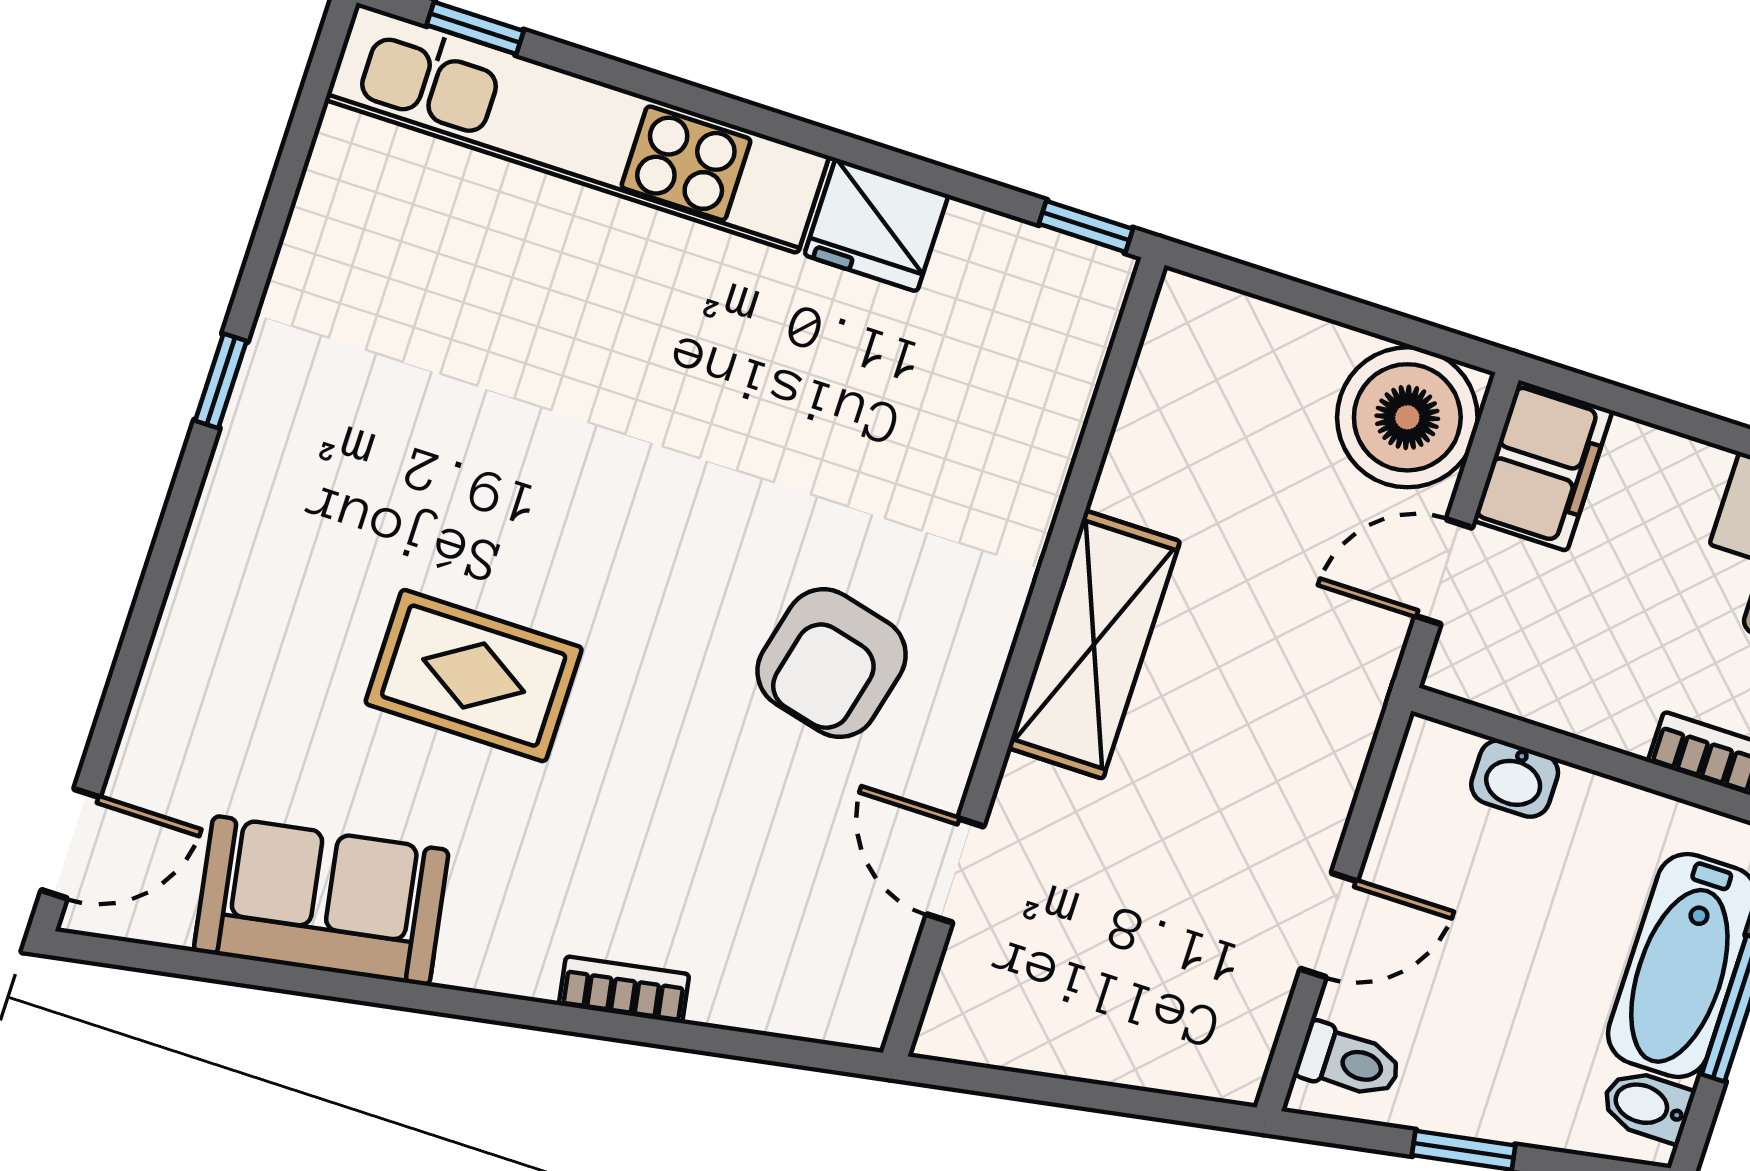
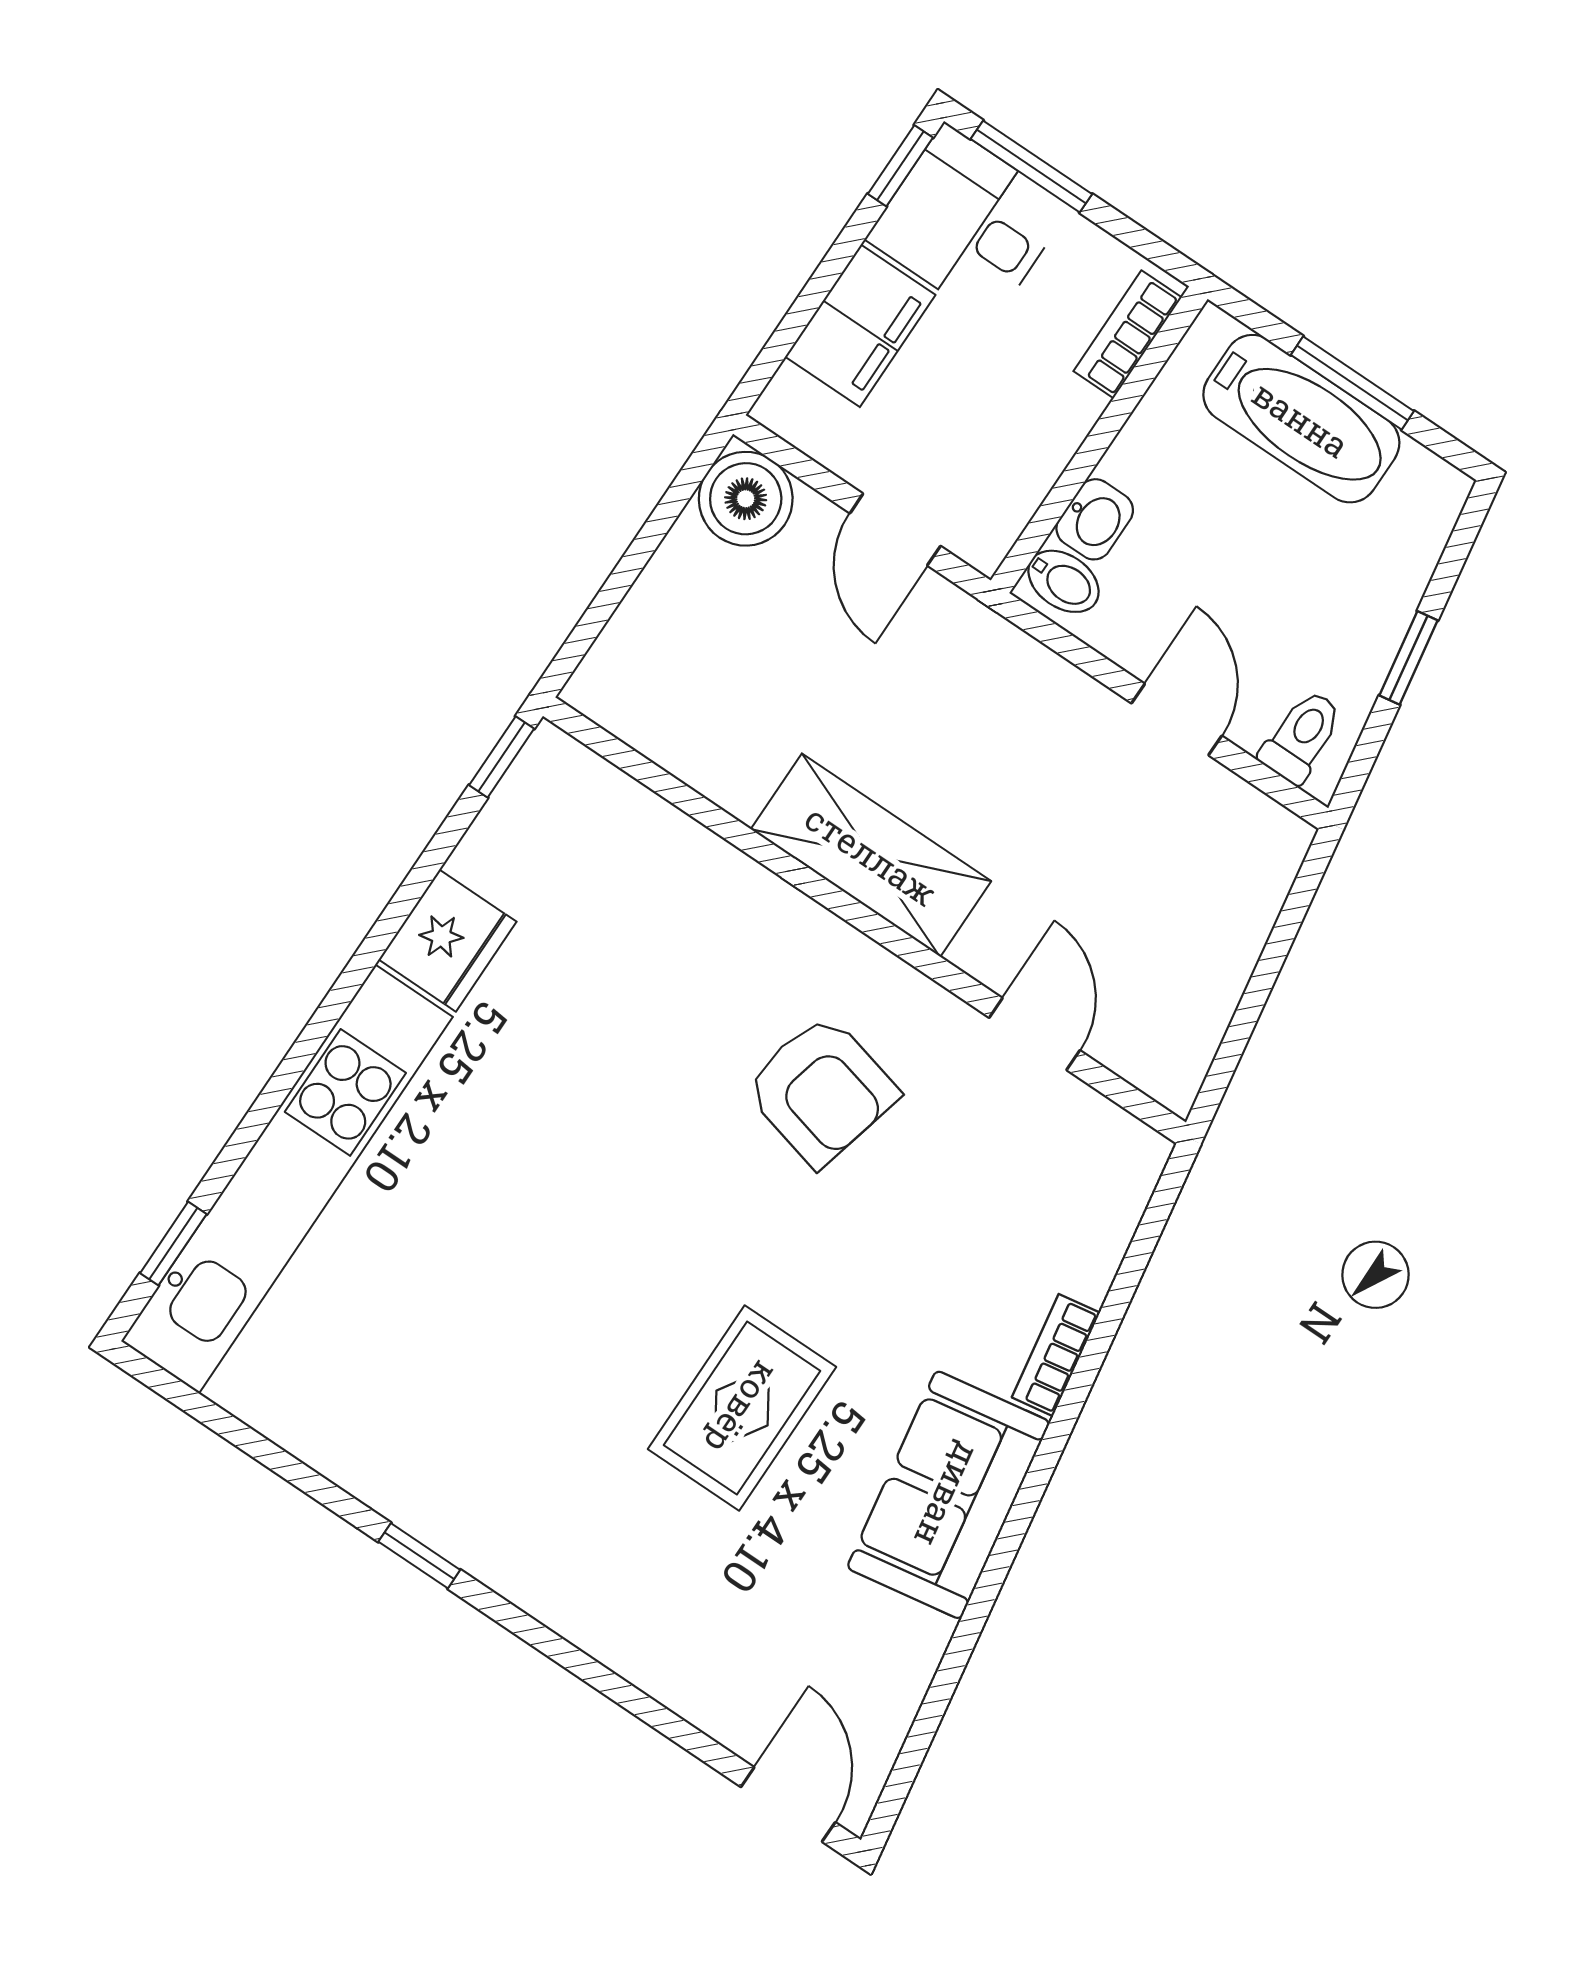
boiler: (1407, 417) -> (746, 499), width x0.73, depth x0.73
filing cabinet: (1543, 466) -> (860, 326), moved, turned 90
door: (955, 870) -> (1035, 1034), swing flipped
sofa: (321, 901) -> (948, 1495), moved
bidet: (1647, 1105) -> (1064, 581), moved, turned -90

